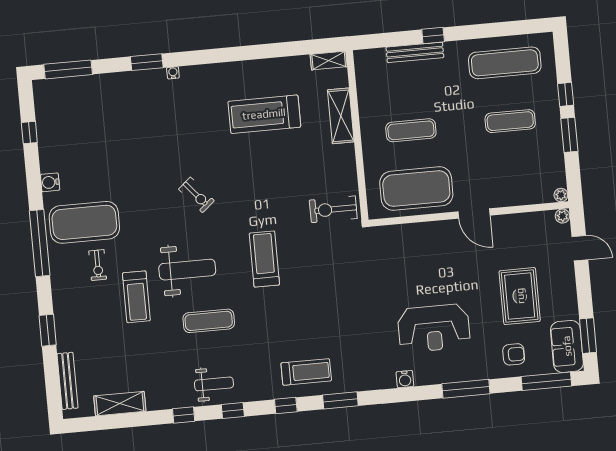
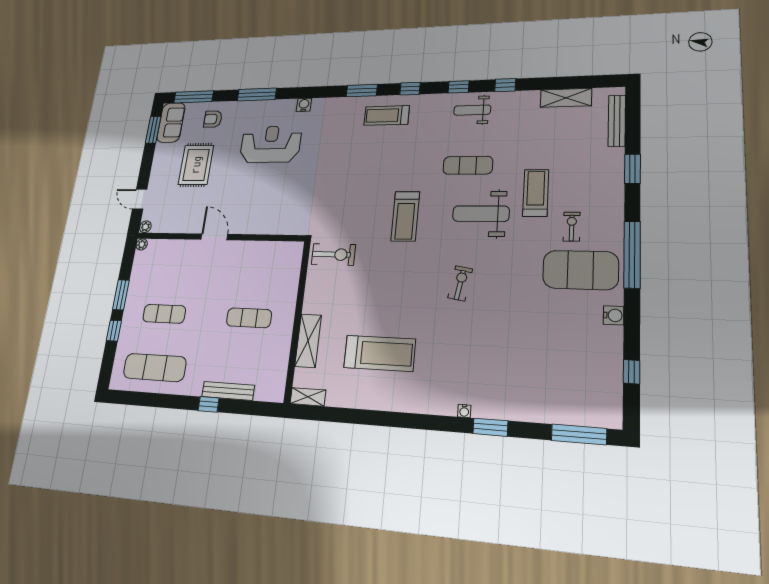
exercise mat: (416, 189) -> (257, 264), removed
exercise bike: (196, 195) -> (460, 283), turned 50

